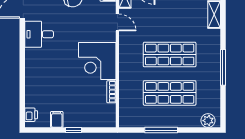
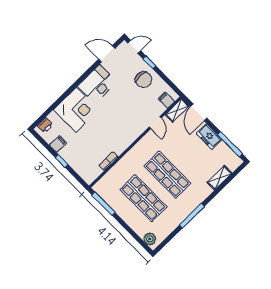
desk: (39, 34) -> (97, 84), width x1.37
corner desk: (97, 61) -> (76, 110), moved, turned 180
window: (161, 130) -> (103, 204), moved

